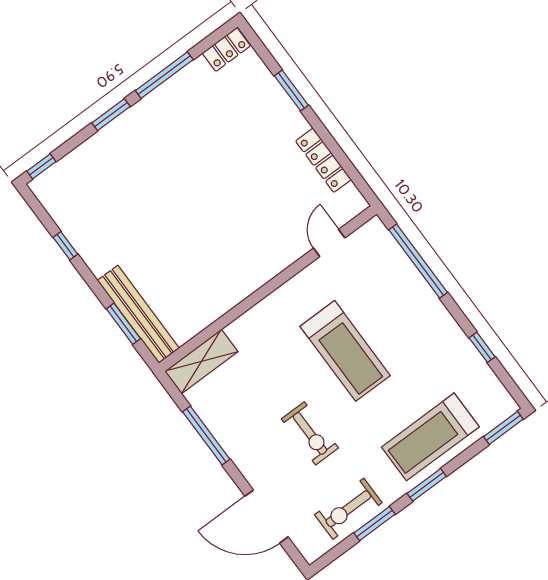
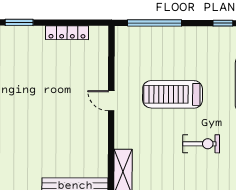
door: (329, 243) -> (111, 101), moved
treadmill: (345, 351) -> (173, 94), turned 180

